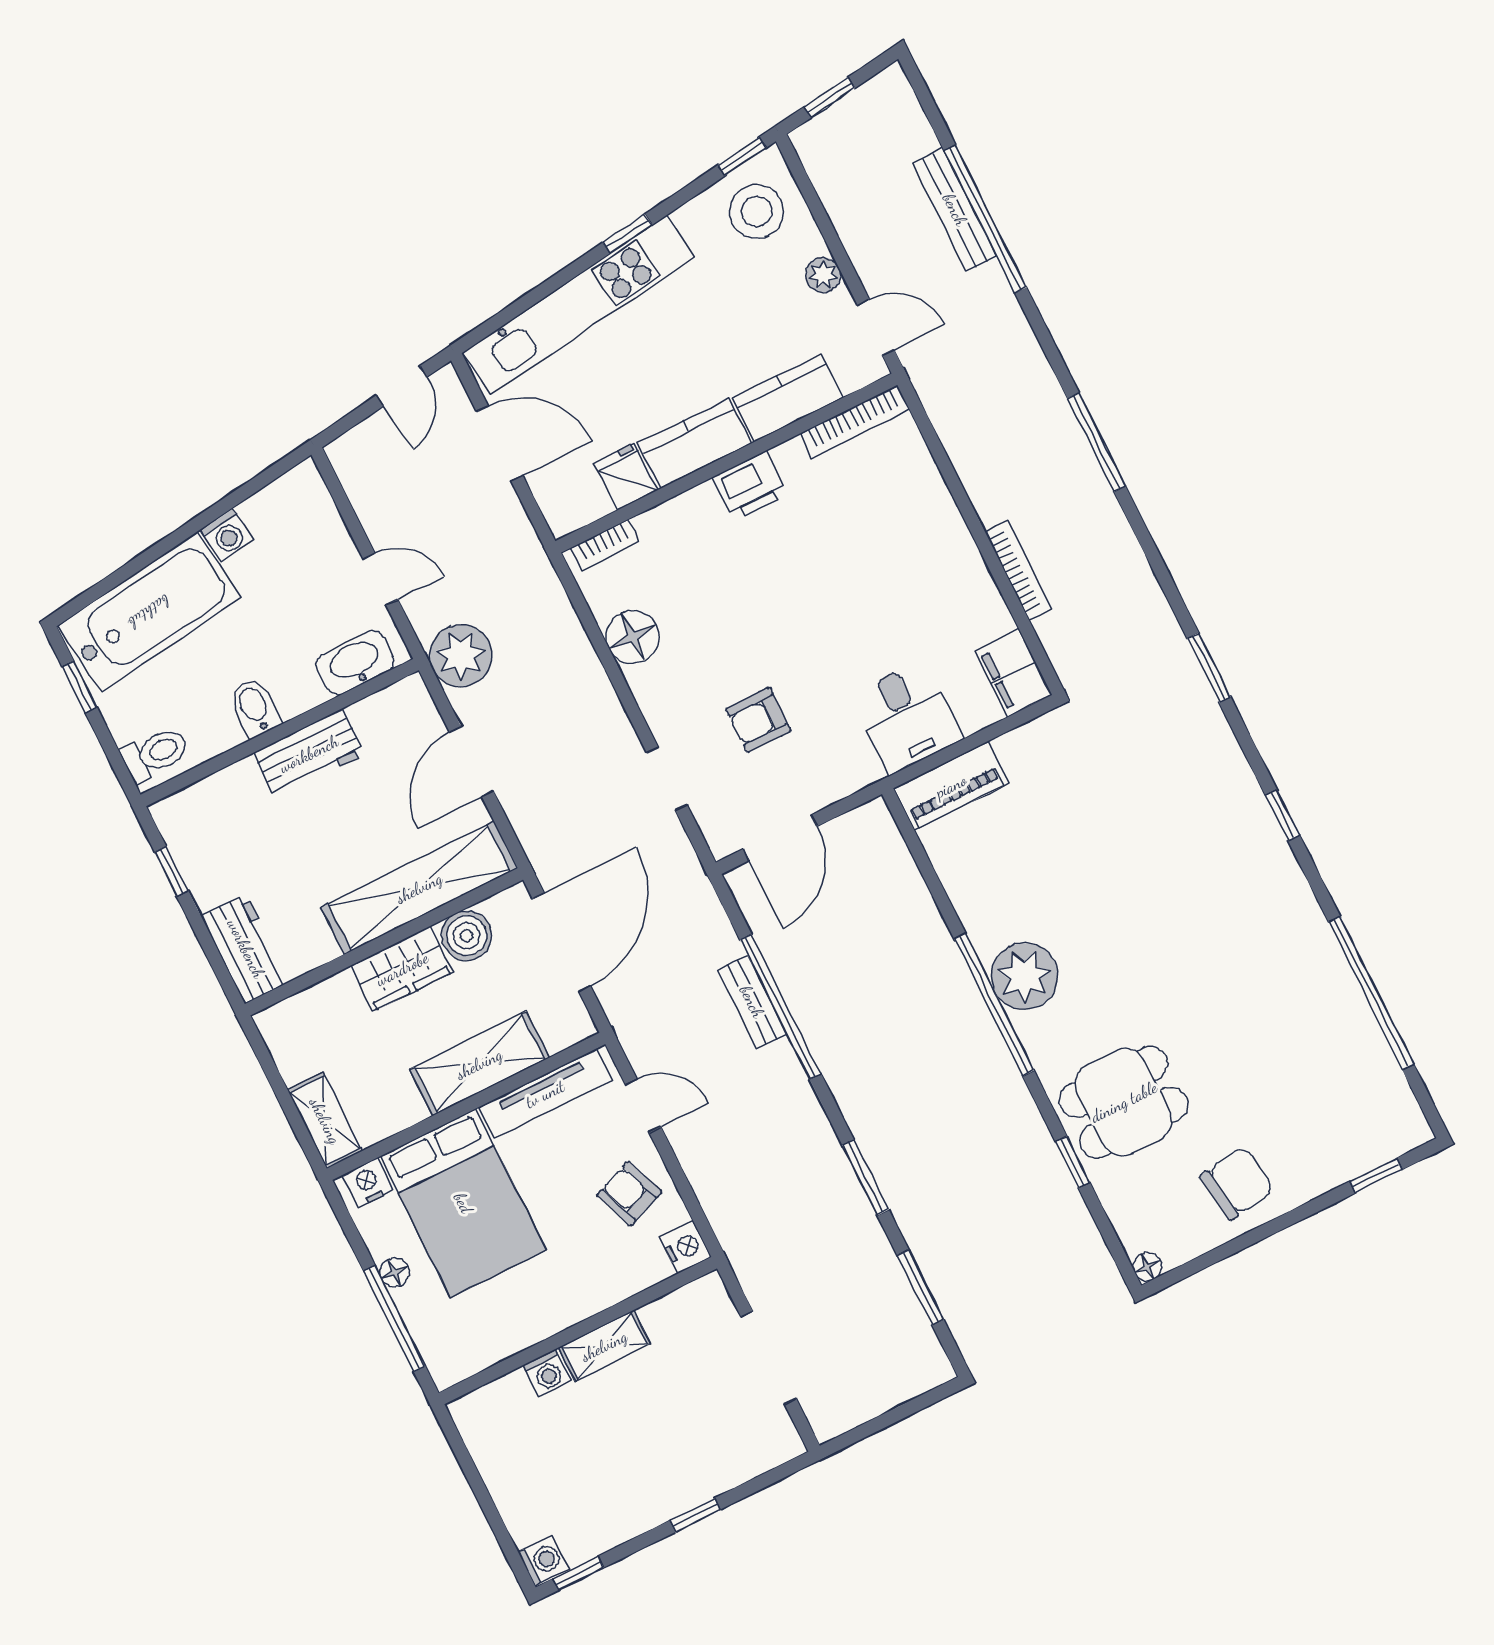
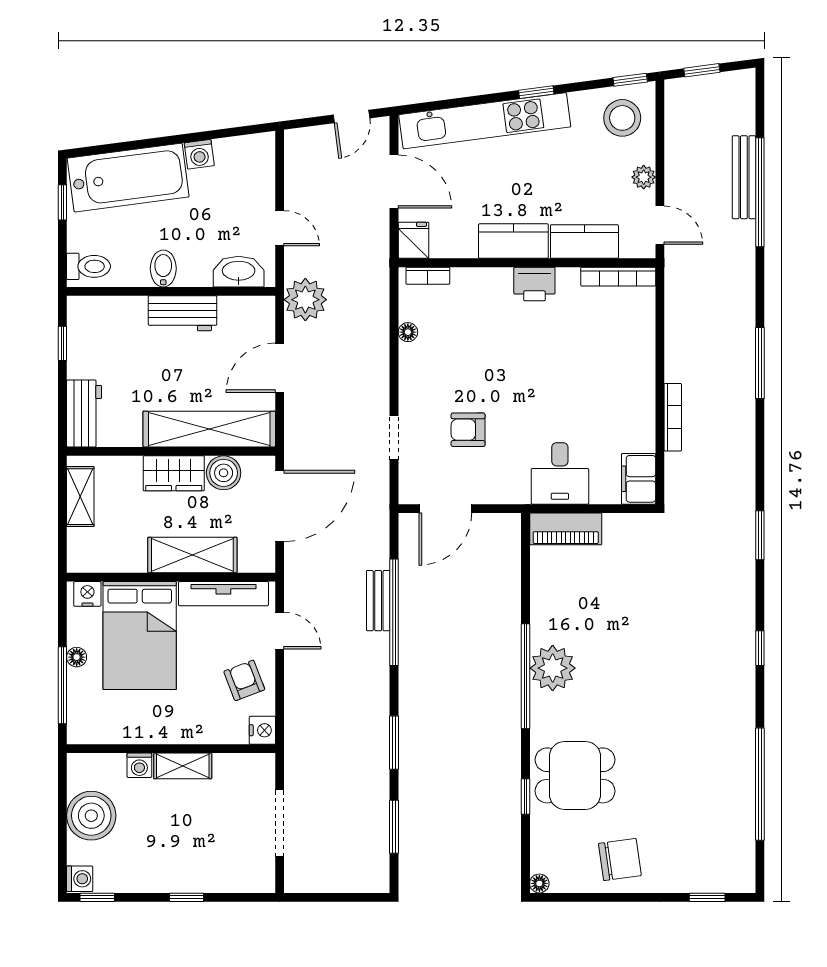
fridge: (626, 477) -> (414, 240), moved
floor lamp: (633, 637) -> (408, 332), width x0.53, depth x0.53
shelving: (325, 1121) -> (80, 497), moved
boiler: (517, 1470) -> (91, 816), added

